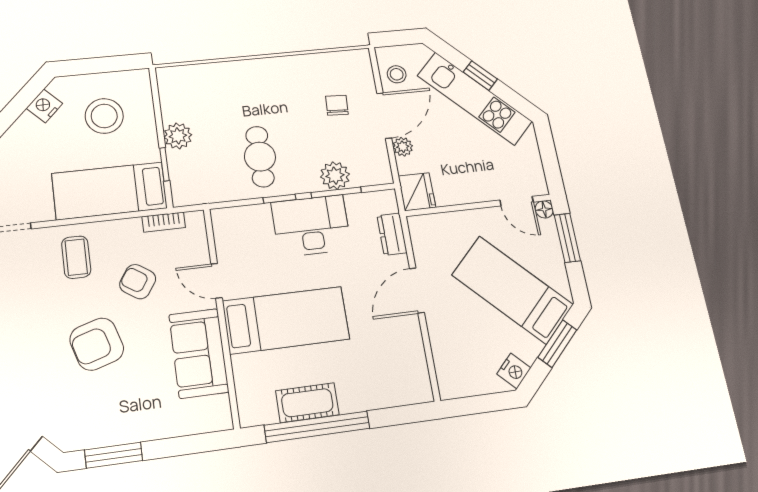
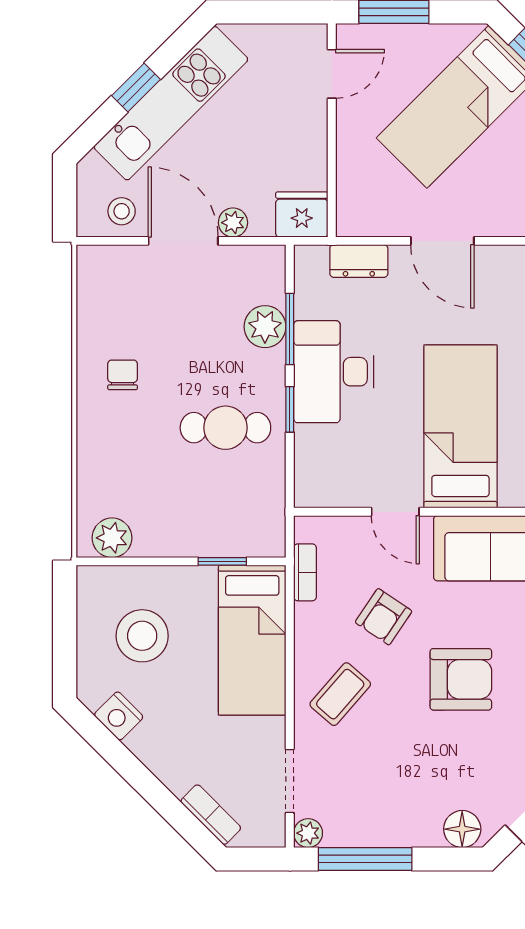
chair: (337, 105) -> (123, 375), moved, turned 87
plant: (178, 136) -> (112, 538), moved
floor lamp: (544, 209) -> (349, 36), removed
coffee table: (76, 257) -> (340, 694), turned -49
door: (217, 281) -> (395, 512), hinge flipped
armchair: (97, 344) -> (461, 679), turned -73

